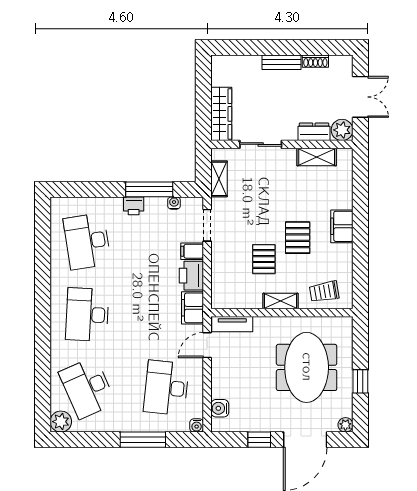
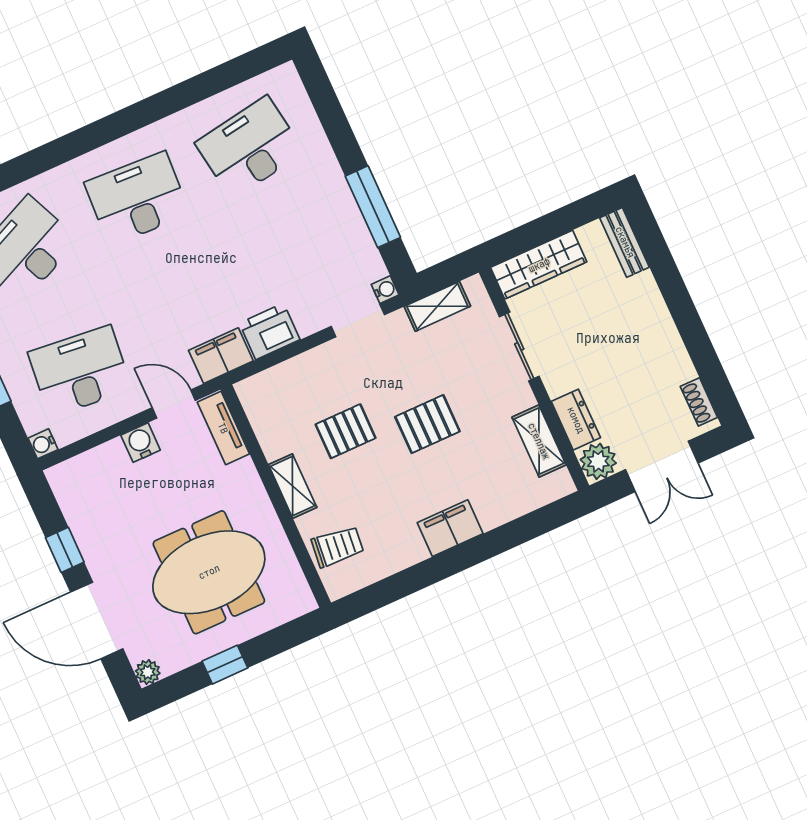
shoe rack: (315, 61) -> (699, 402), moved
bench: (282, 62) -> (625, 242), moved
water cooler: (174, 203) -> (385, 290), moved
printer: (134, 206) -> (337, 194), removed
pallet: (298, 238) -> (427, 424), moved
filing cabinet: (192, 251) -> (308, 316), removed
trolley: (324, 292) -> (338, 547), turned 106
water cooler: (220, 408) -> (141, 443), moved

